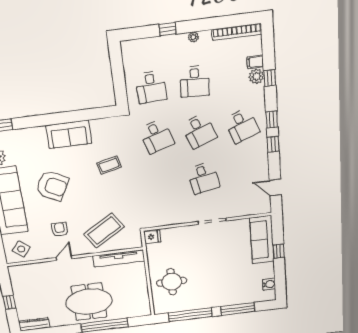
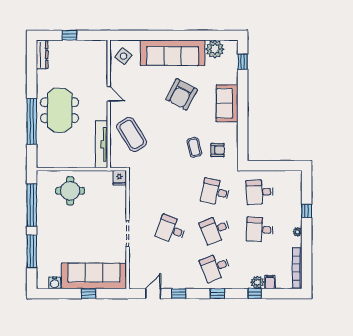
sofa: (69, 134) -> (227, 103), moved
desk: (157, 136) -> (215, 192), turned 30
window: (273, 144) -> (179, 294), moved
desk: (203, 178) -> (171, 230), turned 33
armchair: (60, 229) -> (218, 150), moved
sofa: (262, 240) -> (94, 276), width x1.36, depth x1.27

